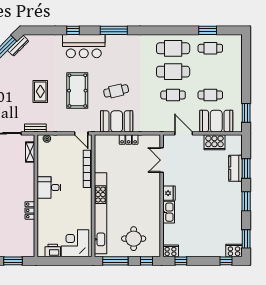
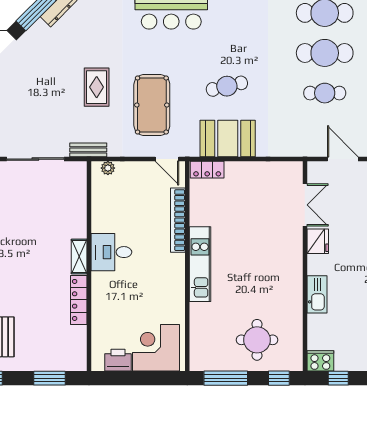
pool table: (77, 91) -> (152, 105), moved
locker: (129, 140) -> (207, 170), moved
shelving: (30, 152) -> (79, 257), moved
double door: (162, 160) -> (305, 205), swing flipped
fridge: (169, 193) -> (318, 241), moved
locker: (30, 210) -> (79, 300), width x1.53
kitchen unit: (100, 213) -> (200, 264), width x0.54

